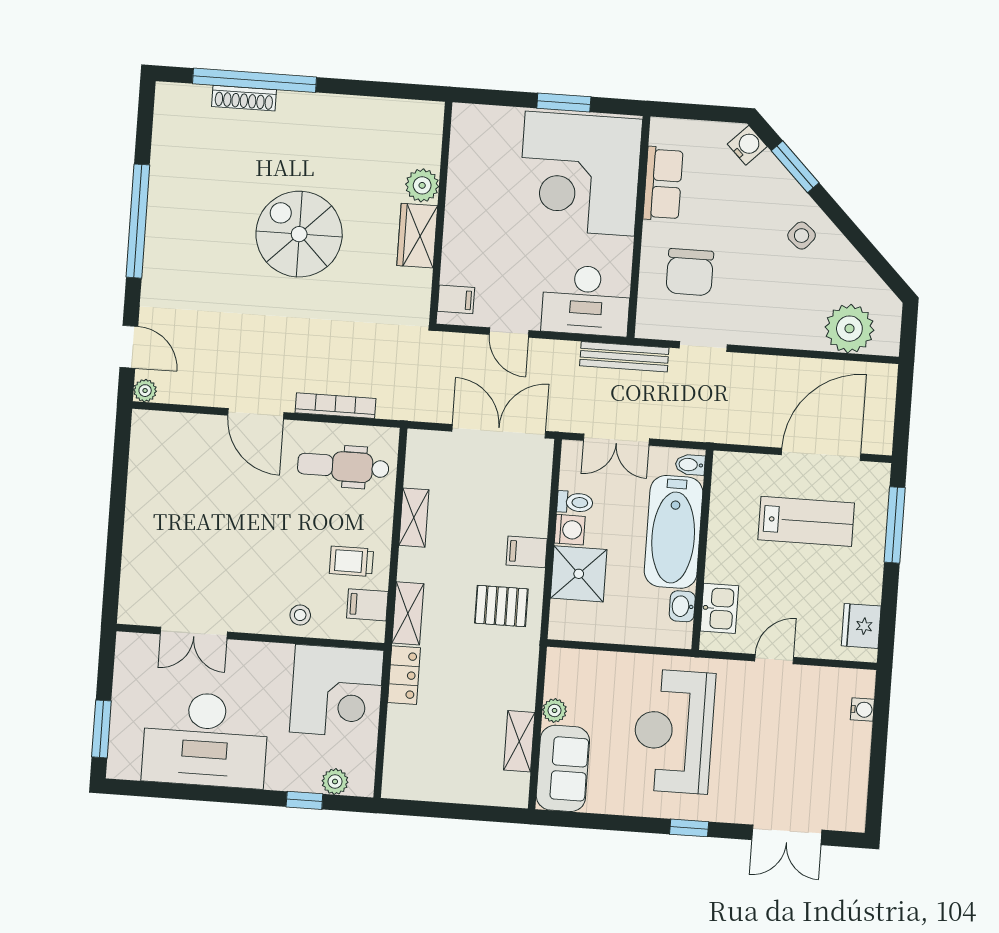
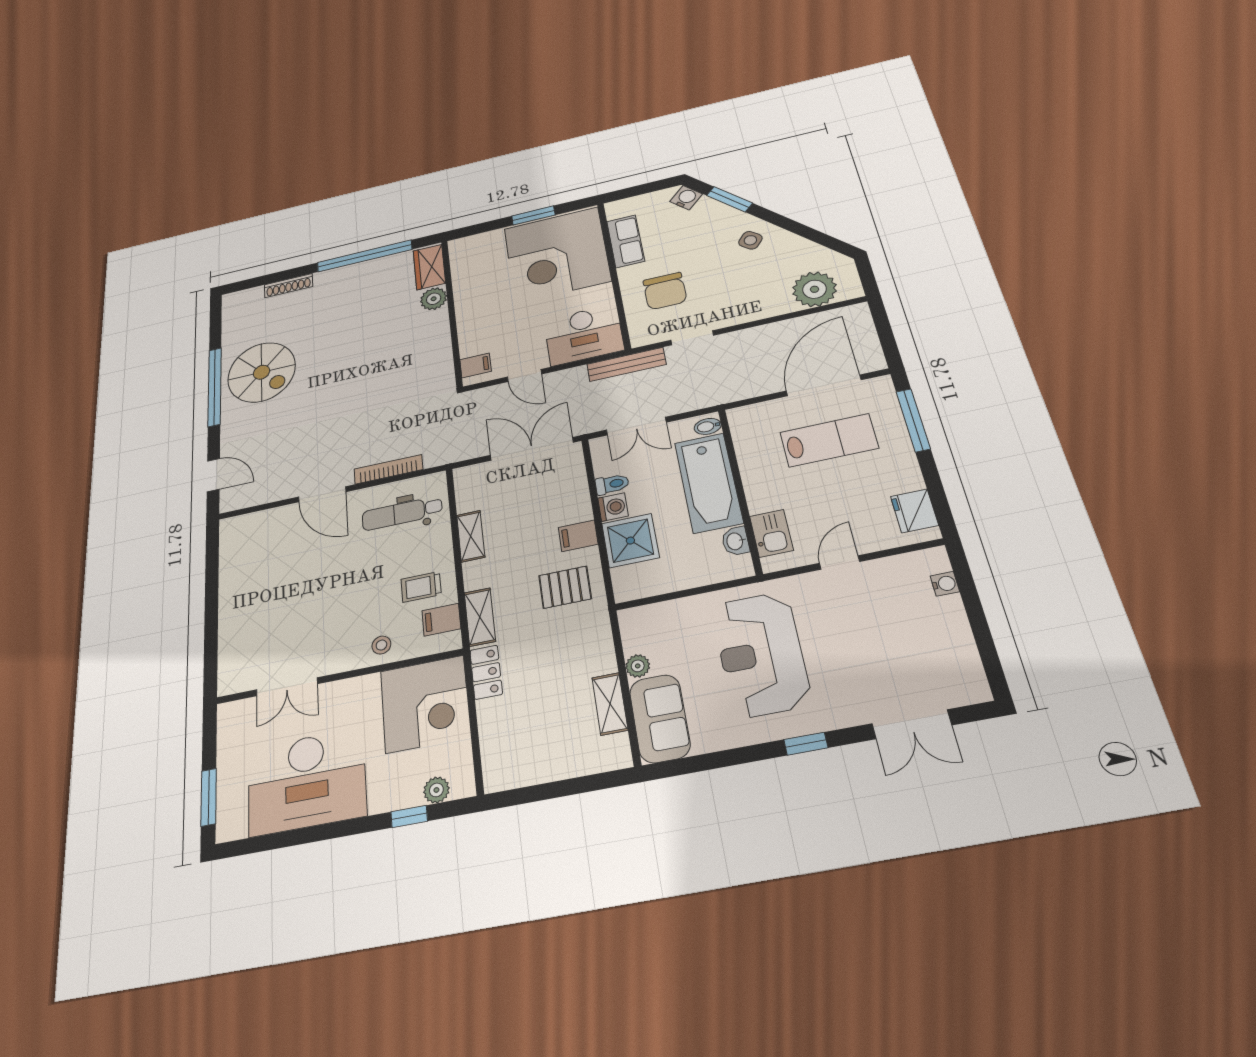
window: (255, 80) -> (364, 256), moved
spiral stairs: (299, 234) -> (262, 372), moved, turned 180
wardrobe: (417, 236) -> (429, 267), moved
plant: (145, 391) -> (229, 503), removed

